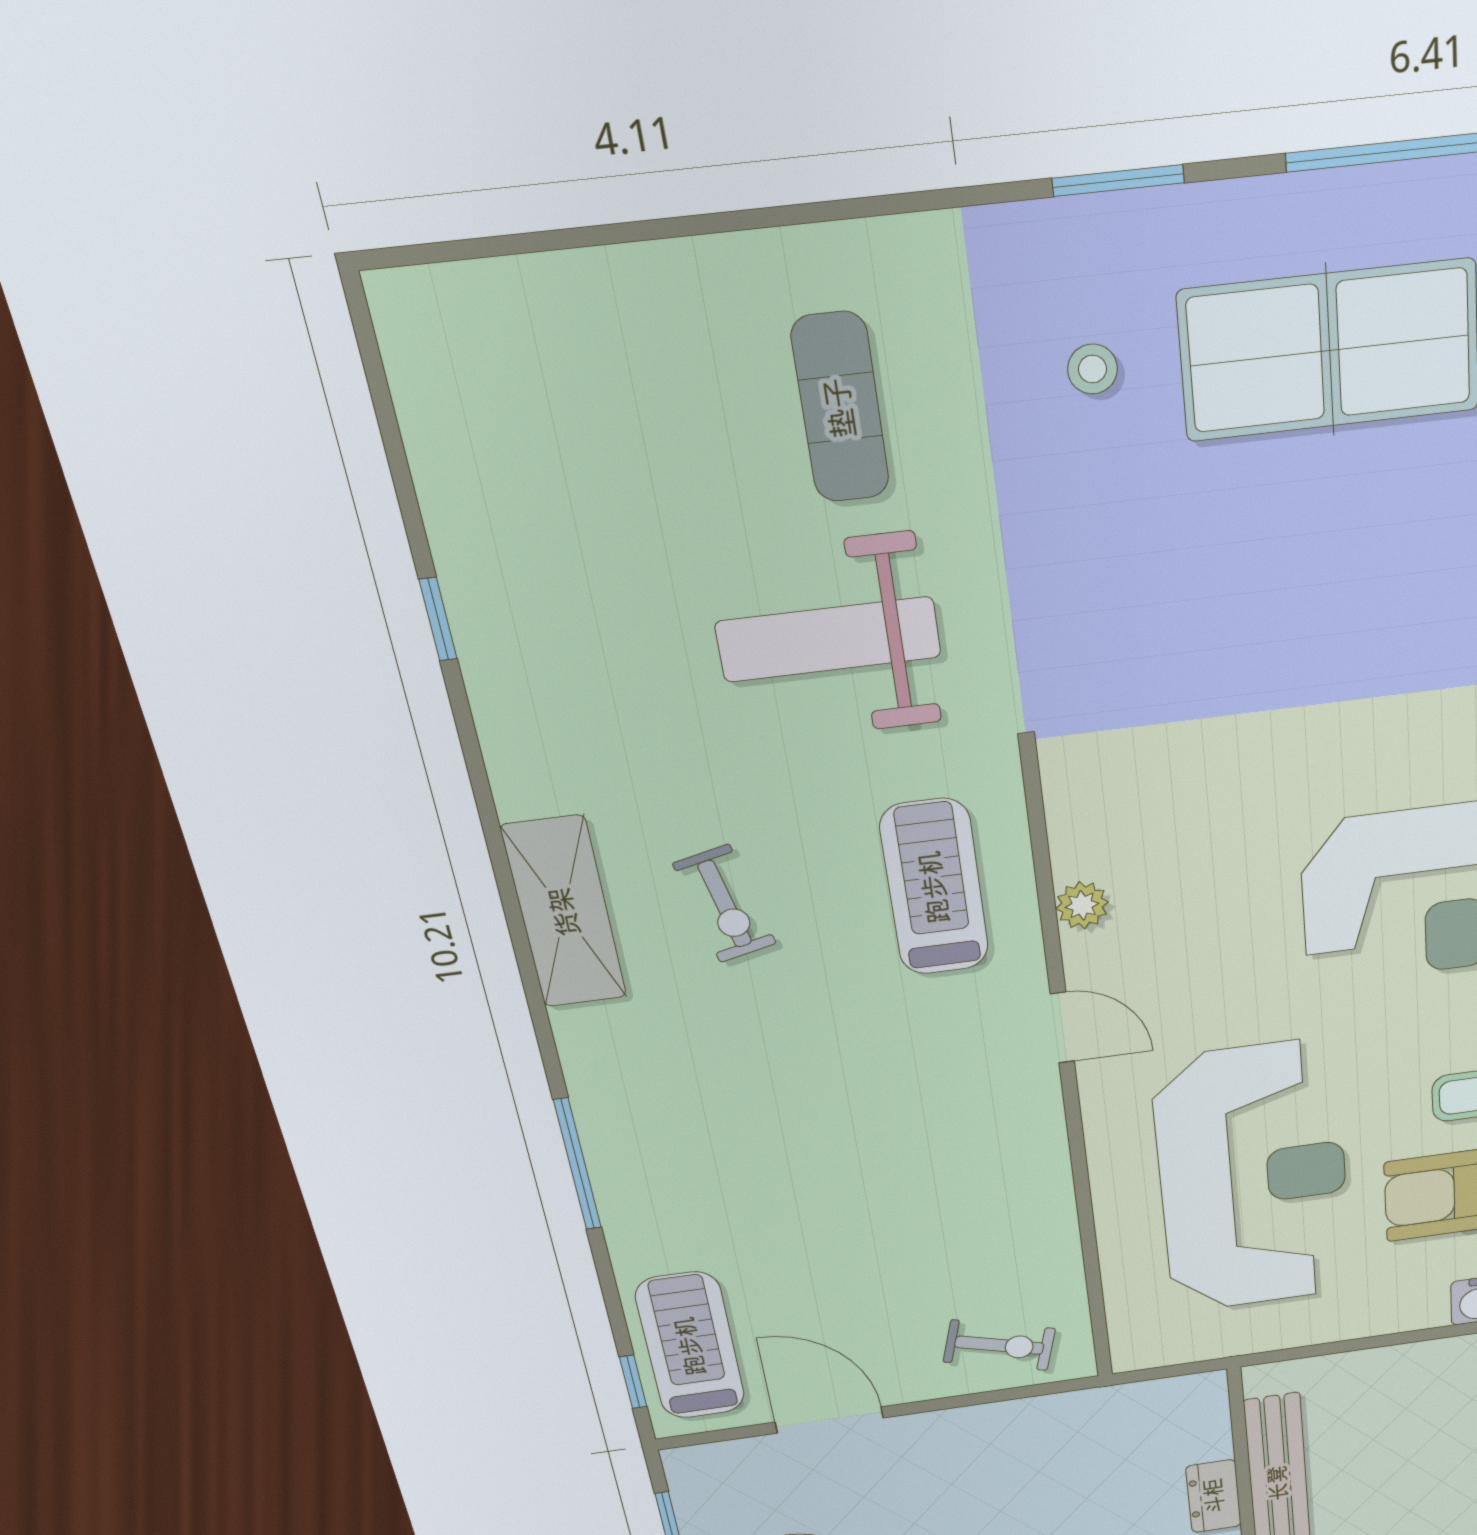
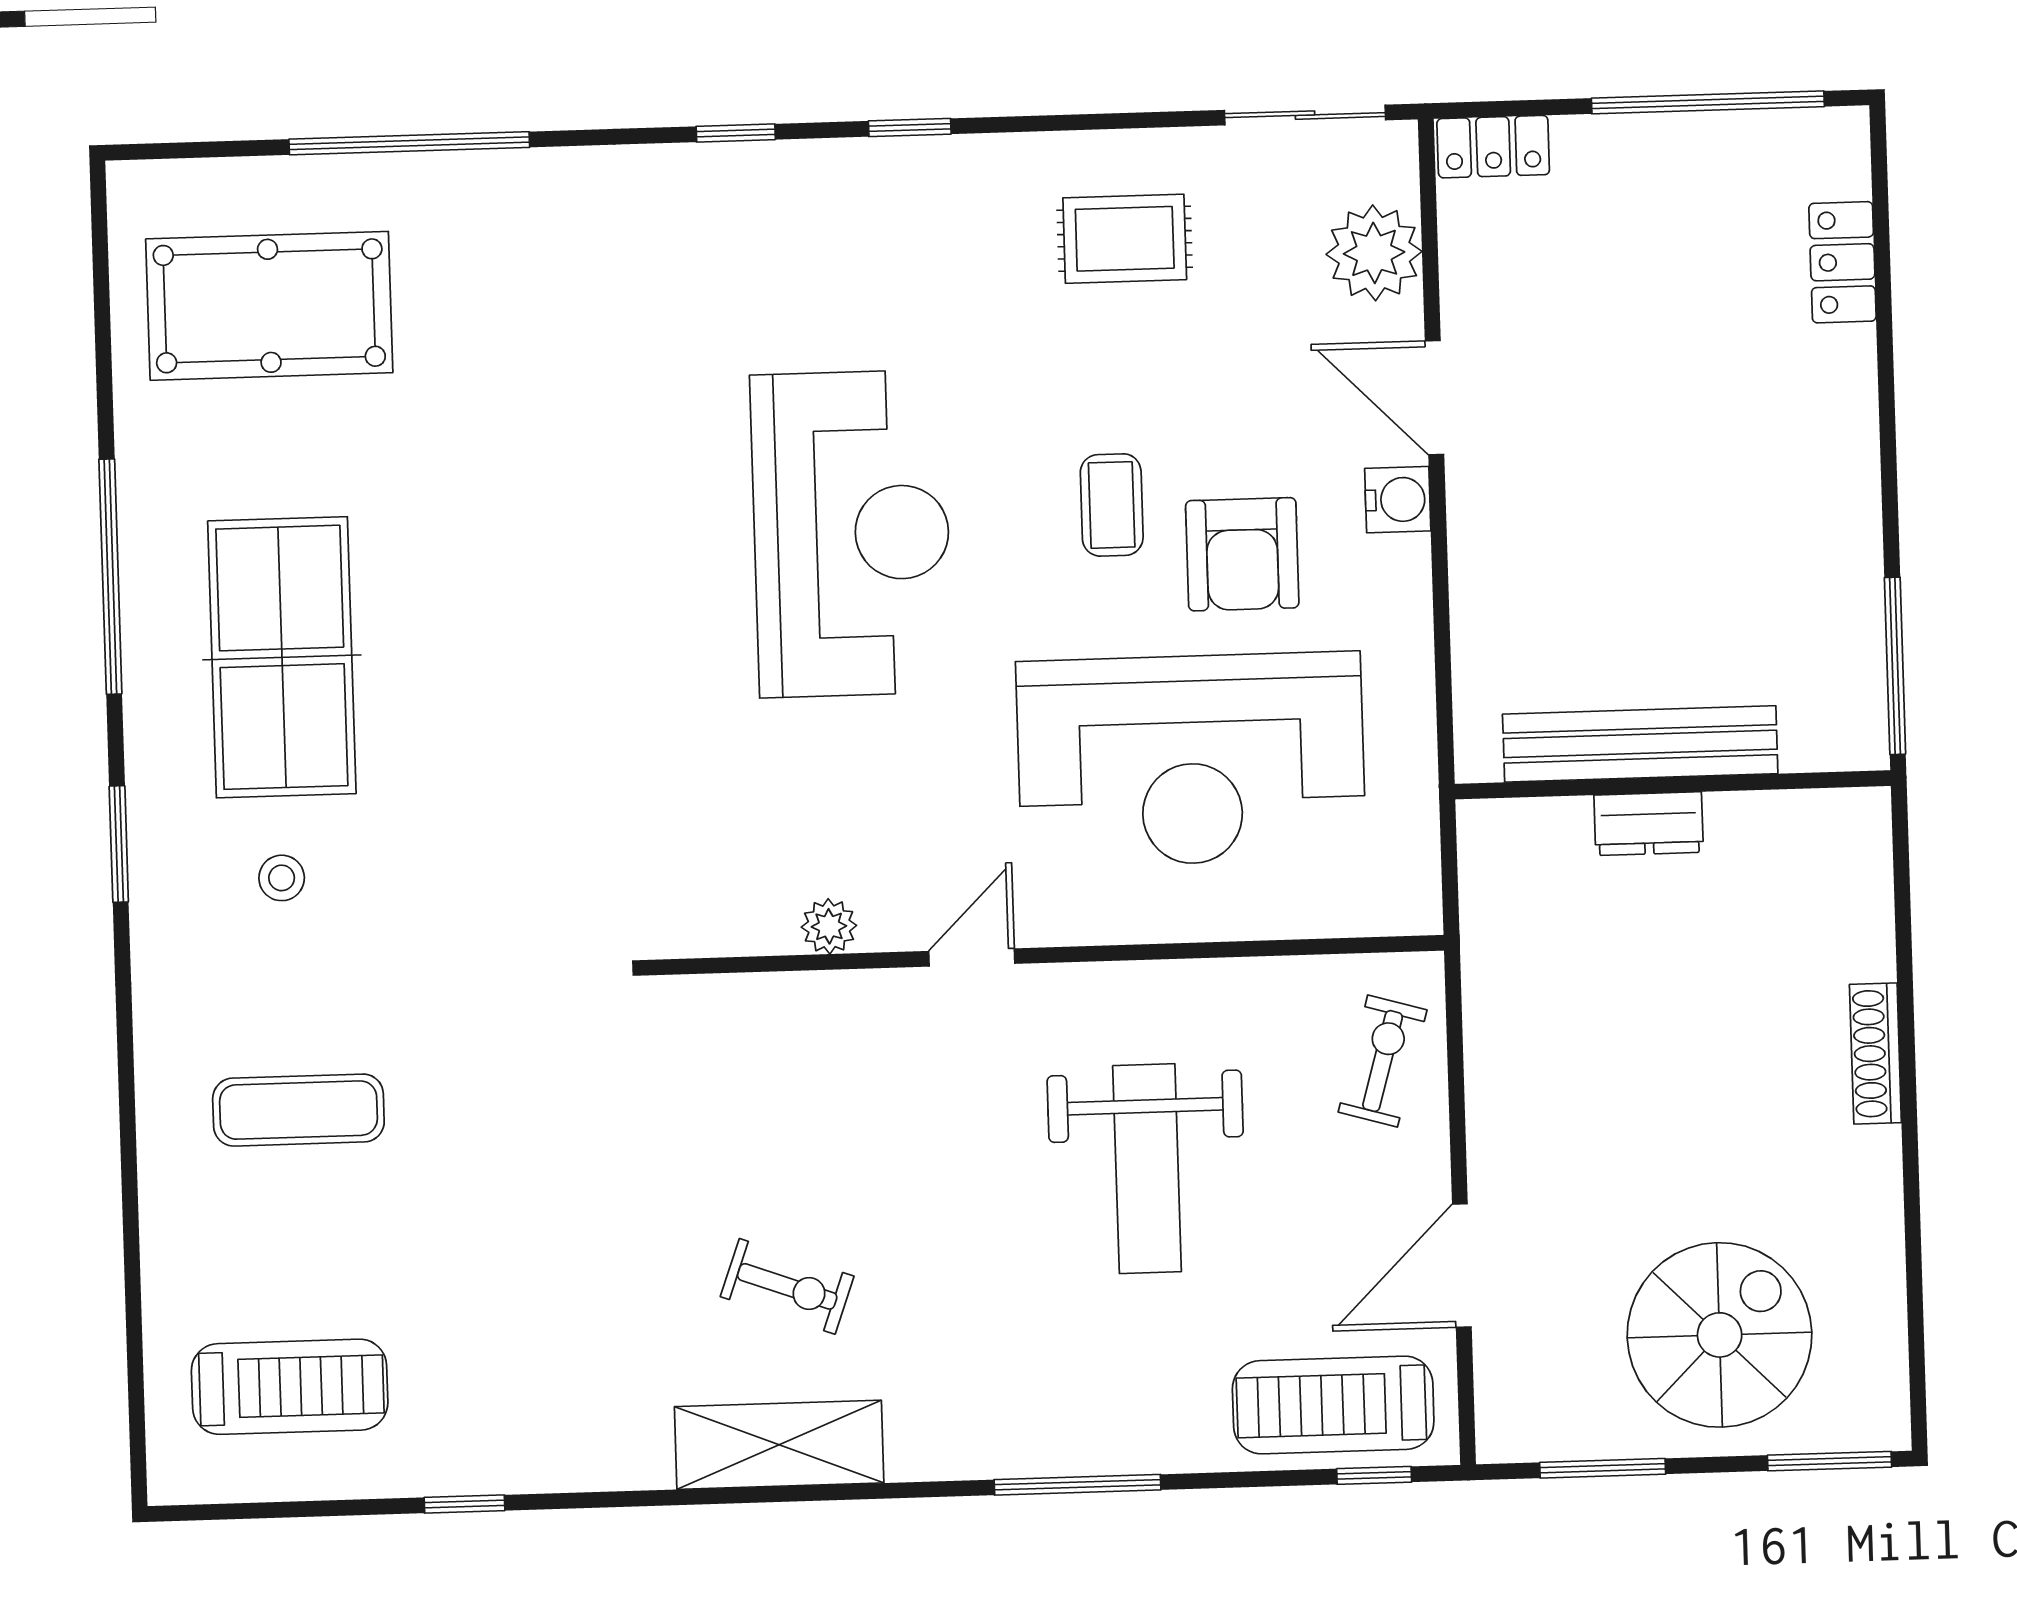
weight bench: (828, 639) -> (1147, 1169), moved
treadmill: (934, 887) -> (290, 1387), moved, turned 180
exercise bike: (725, 904) -> (787, 1286), turned 33
reception desk: (1253, 1178) -> (1191, 760), turned 180

